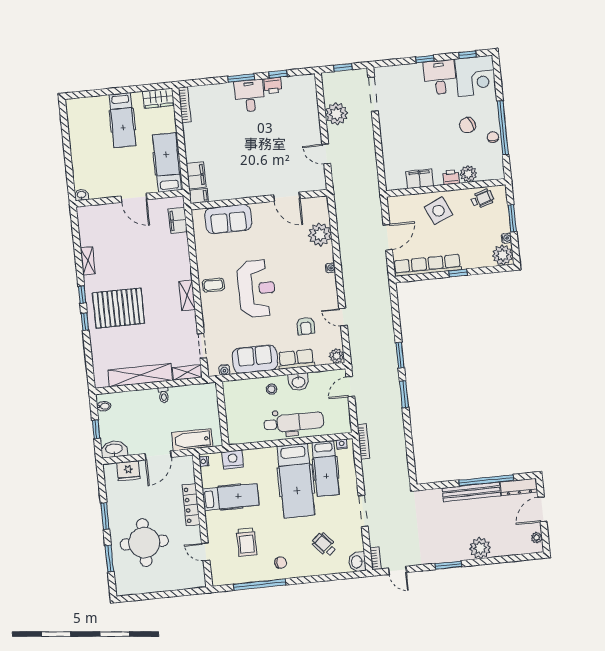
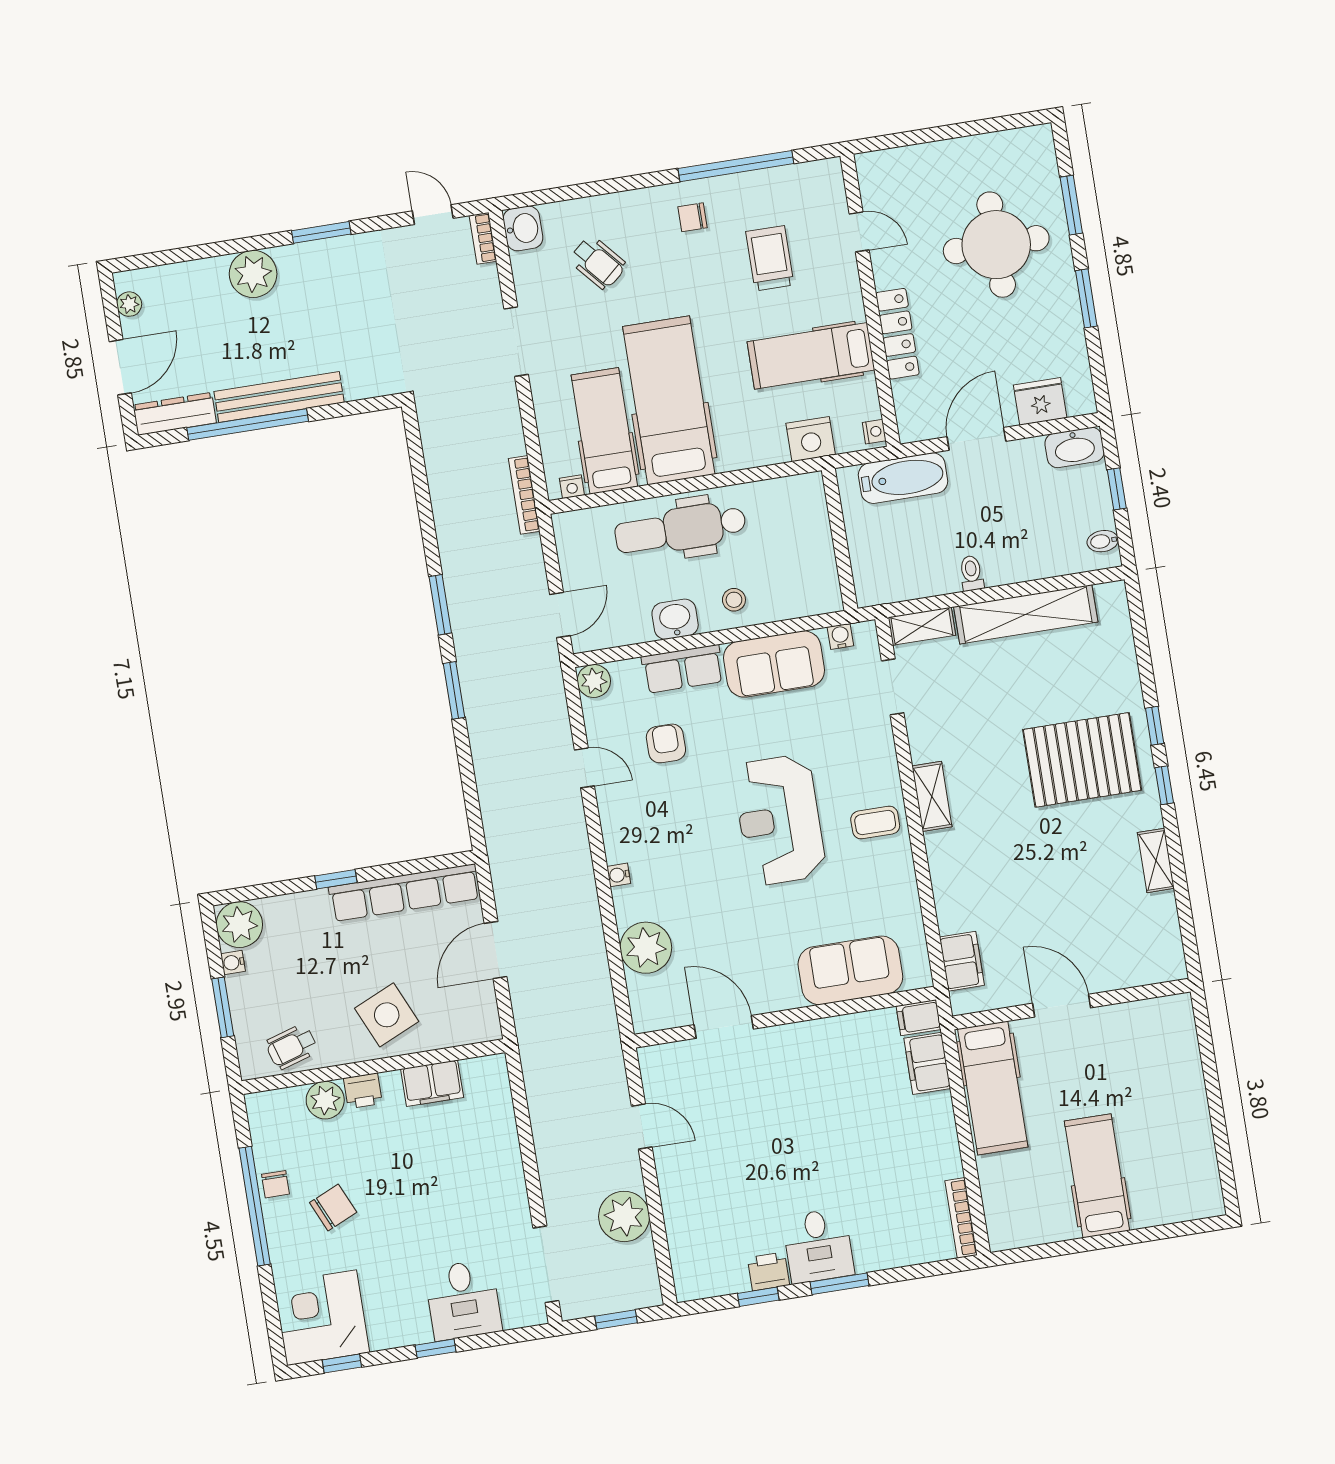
desk: (440, 77) -> (463, 1300), moved
wardrobe: (158, 98) -> (1020, 1229), removed
washbasin: (81, 195) -> (1178, 1006), removed

